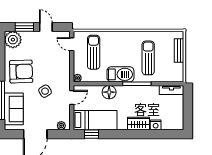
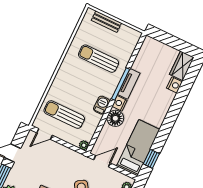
barbecue: (120, 74) -> (102, 105), width x0.53, depth x0.65
nightstand: (122, 90) -> (120, 103), added
tv unit: (171, 90) -> (129, 84), moved
door: (72, 98) -> (102, 161), hinge flipped
wardrobe: (139, 123) -> (182, 66), moved

